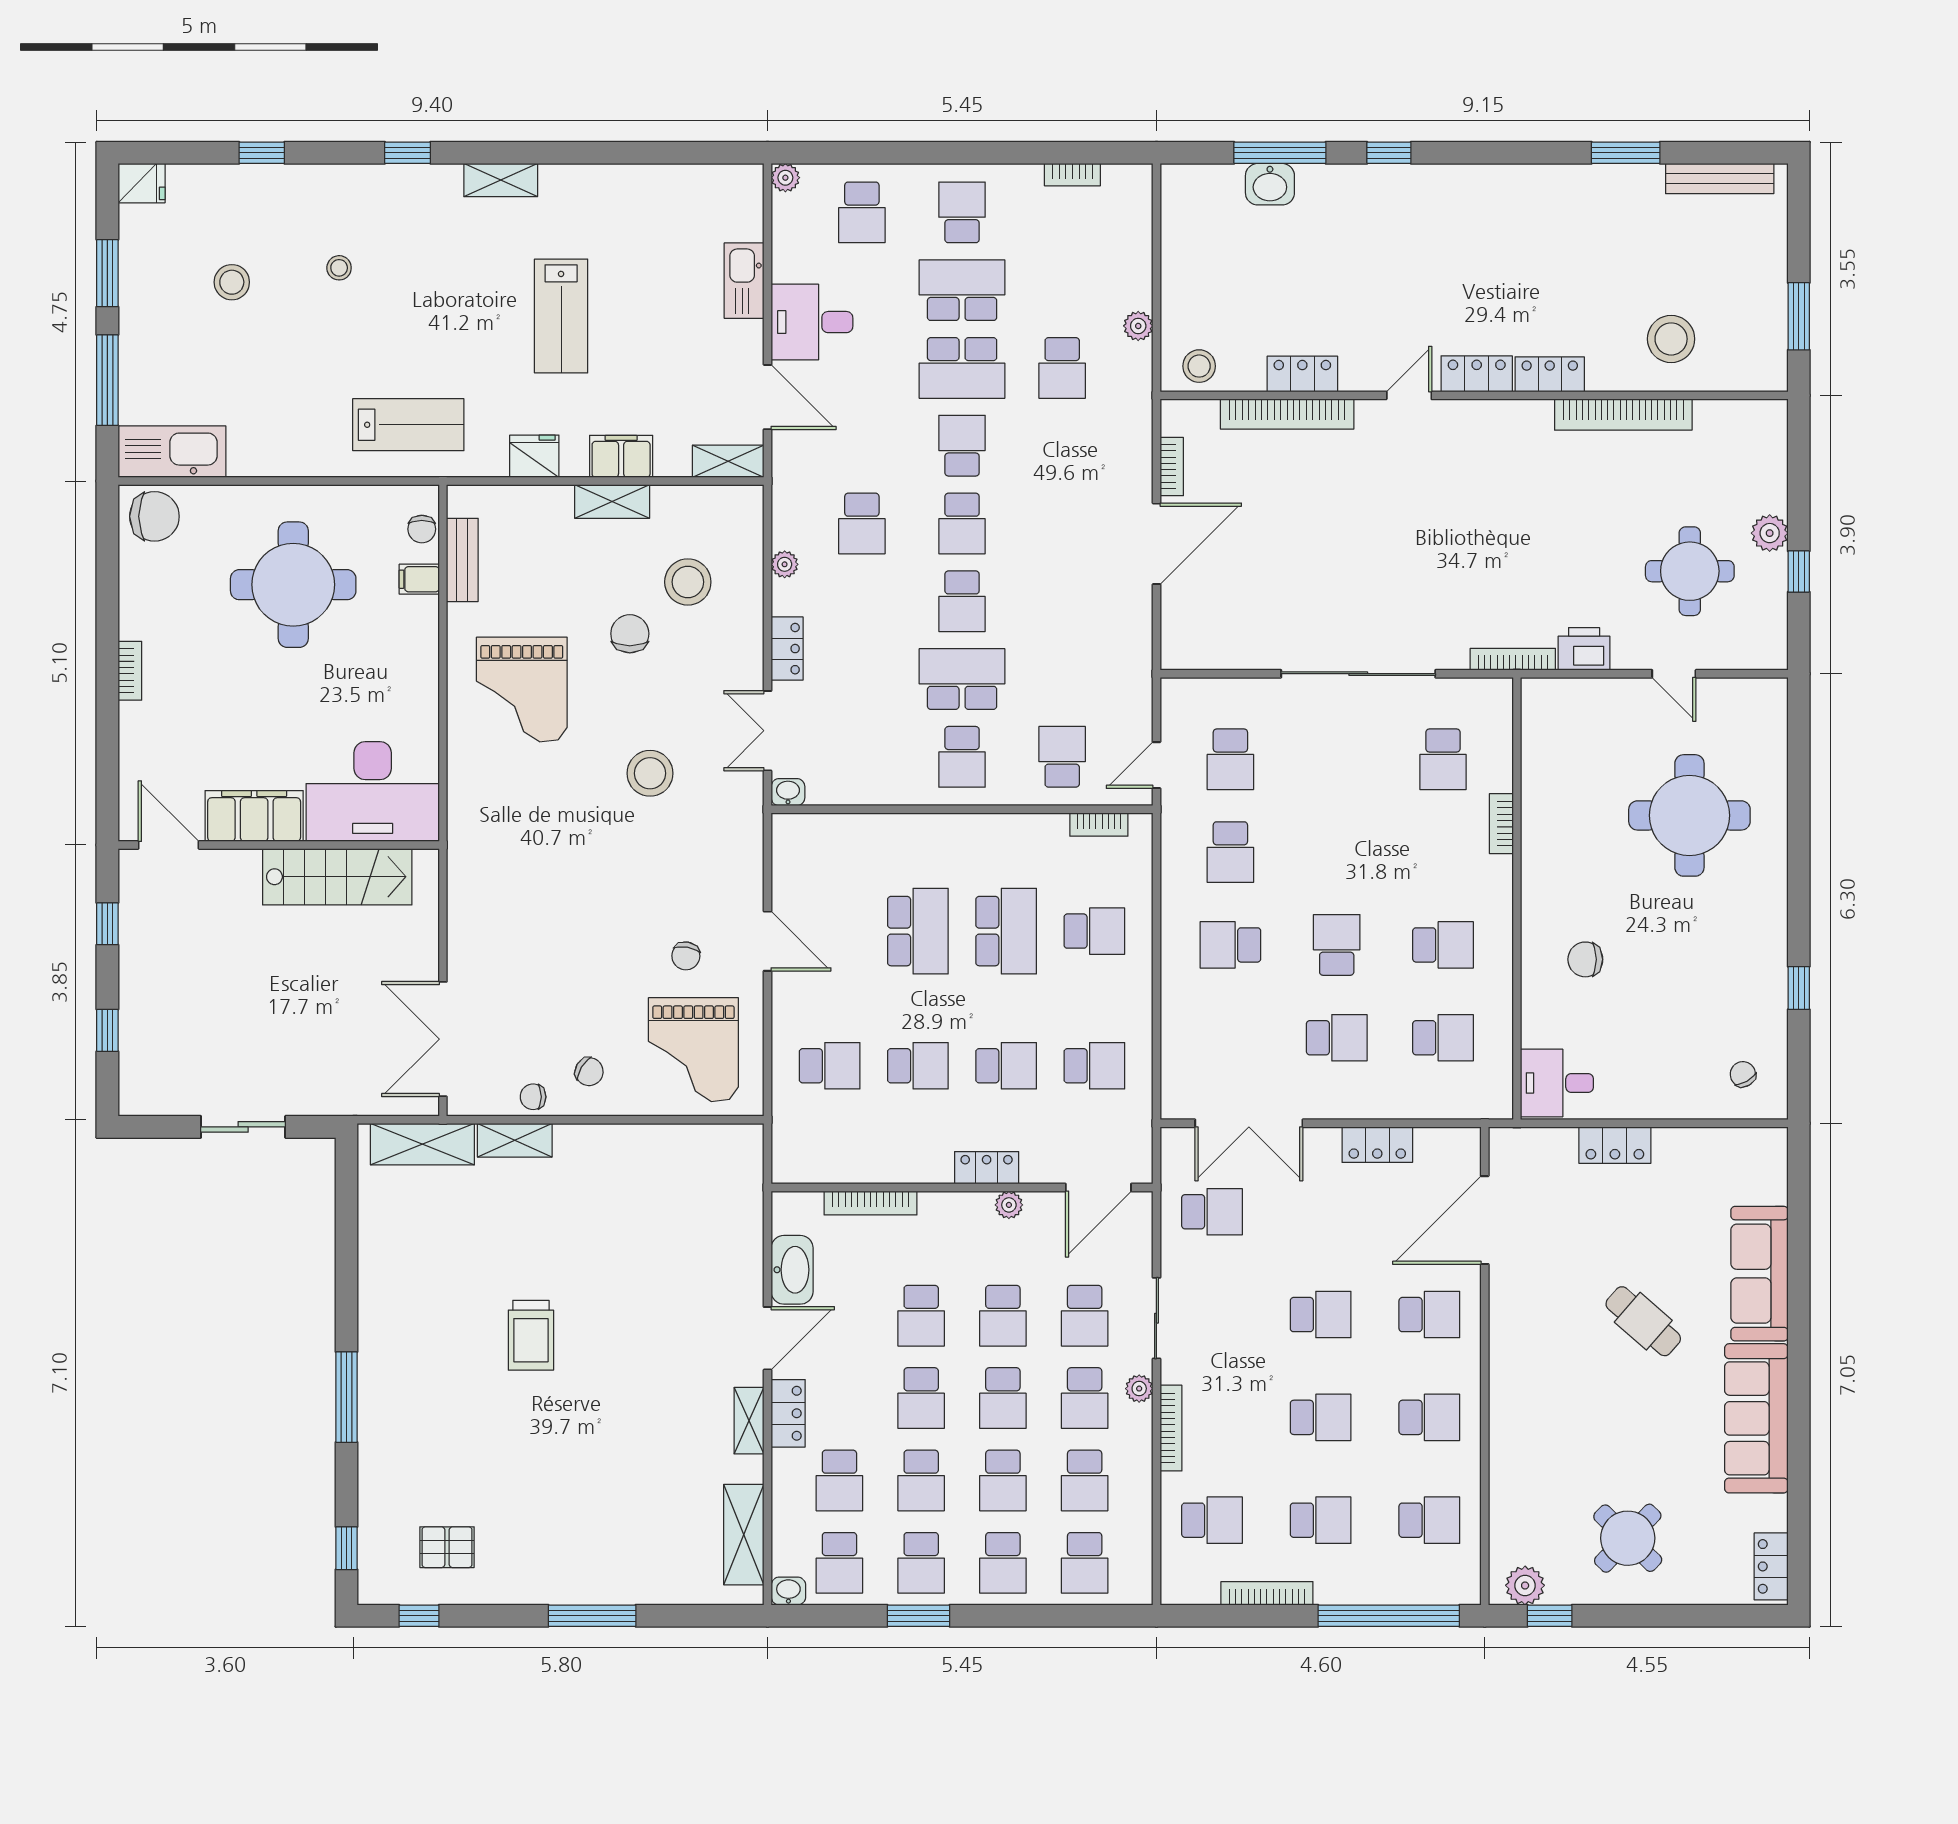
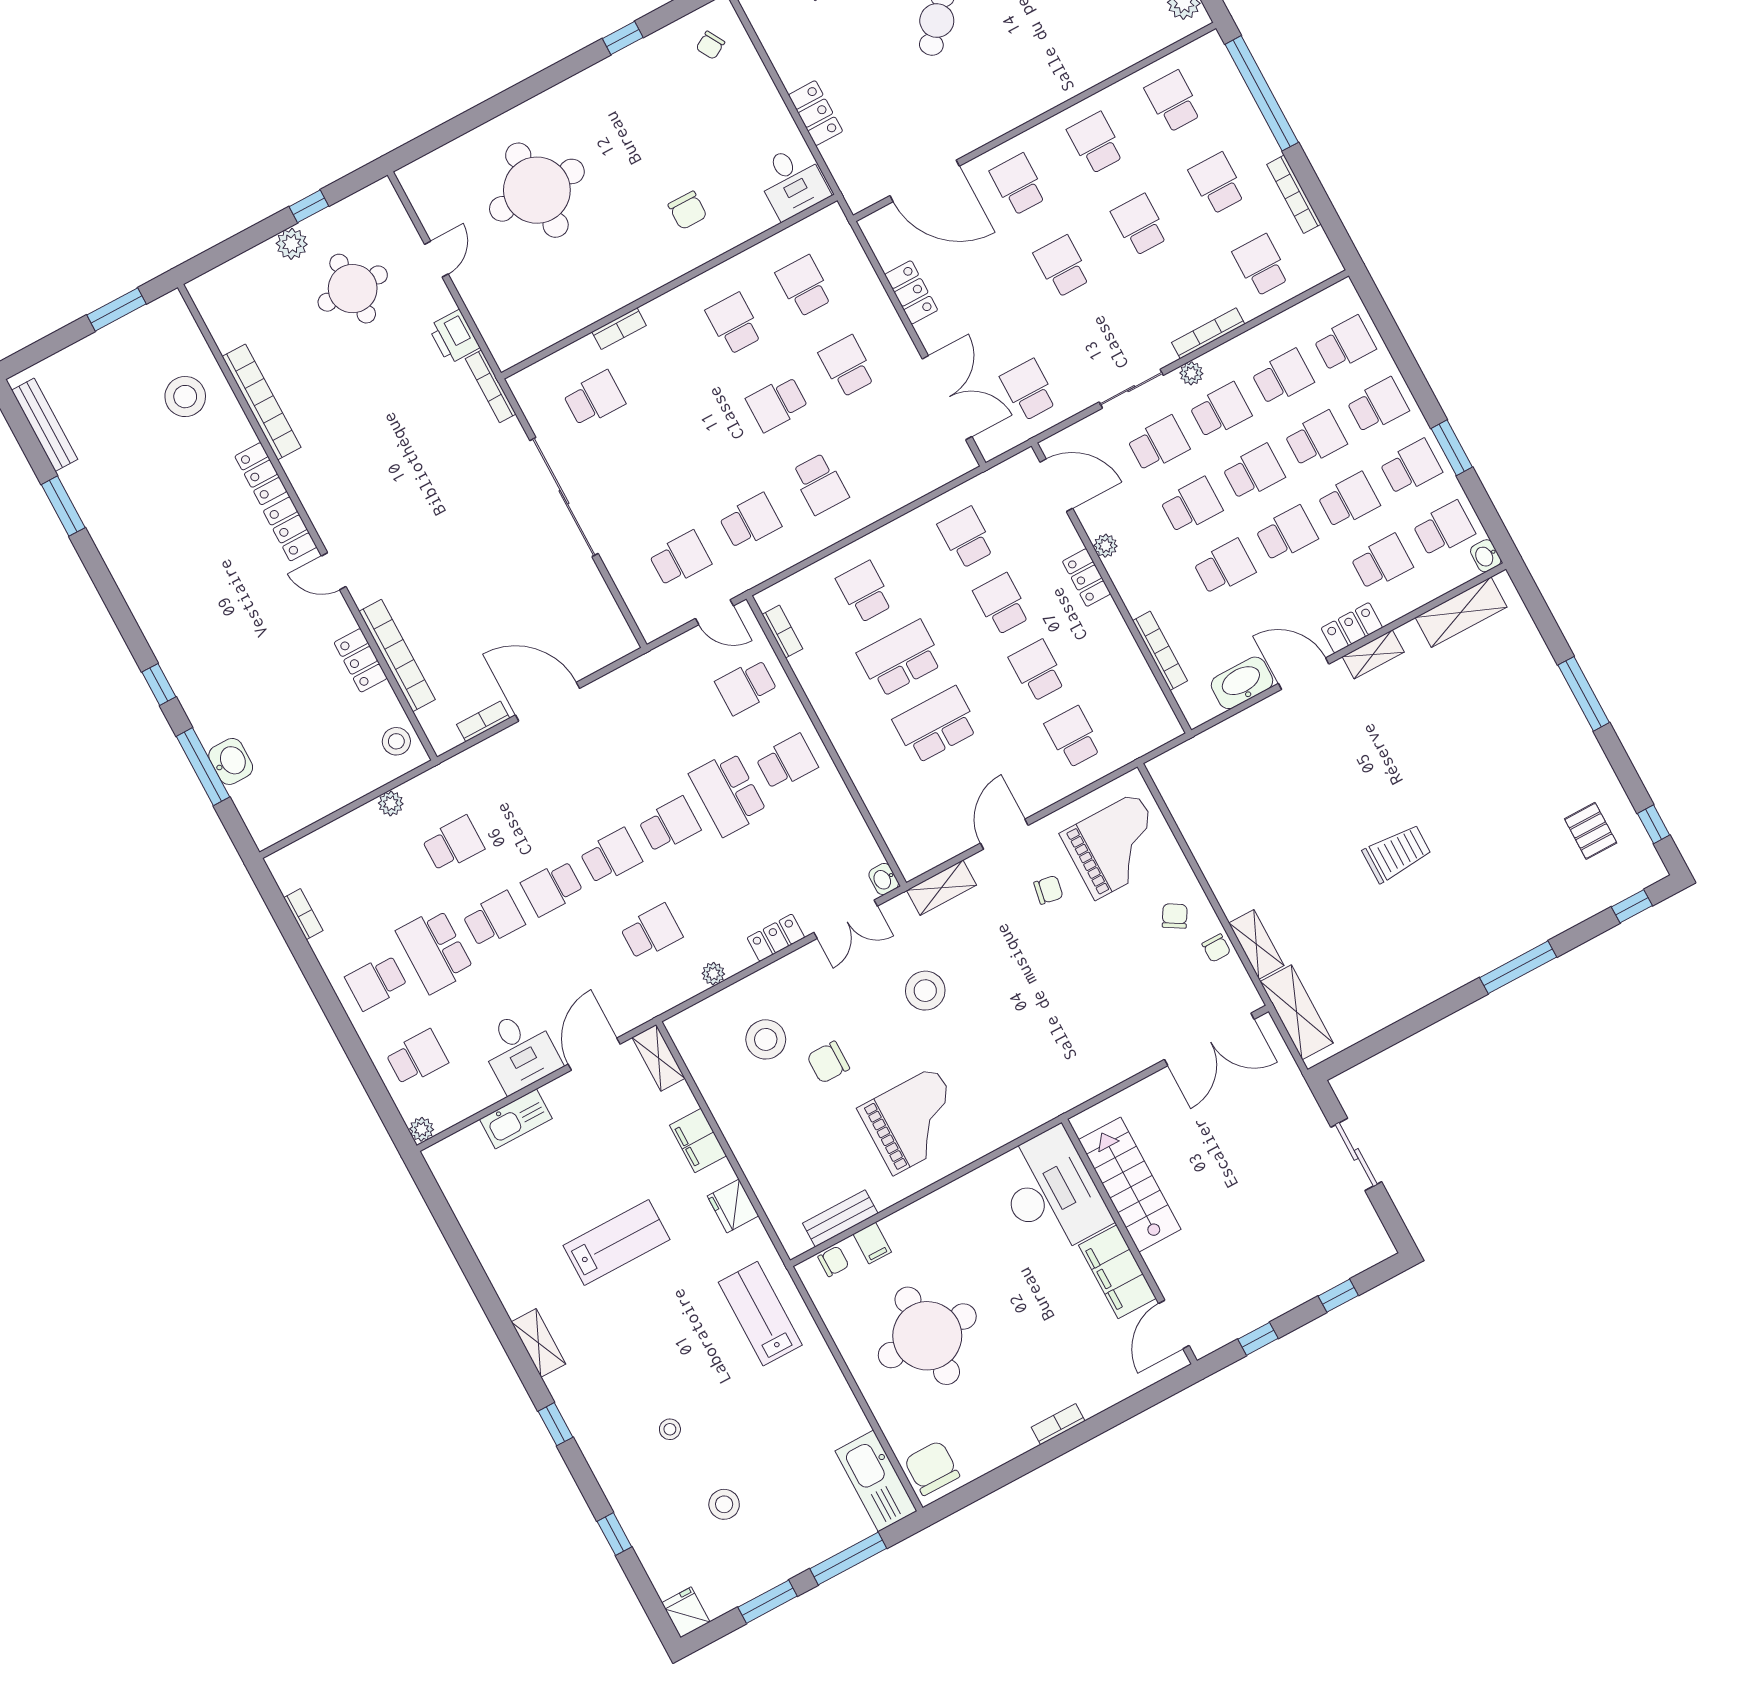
school desk: (962, 368) -> (494, 919), width x0.54
shelving: (612, 501) -> (941, 888), moved, turned 90

